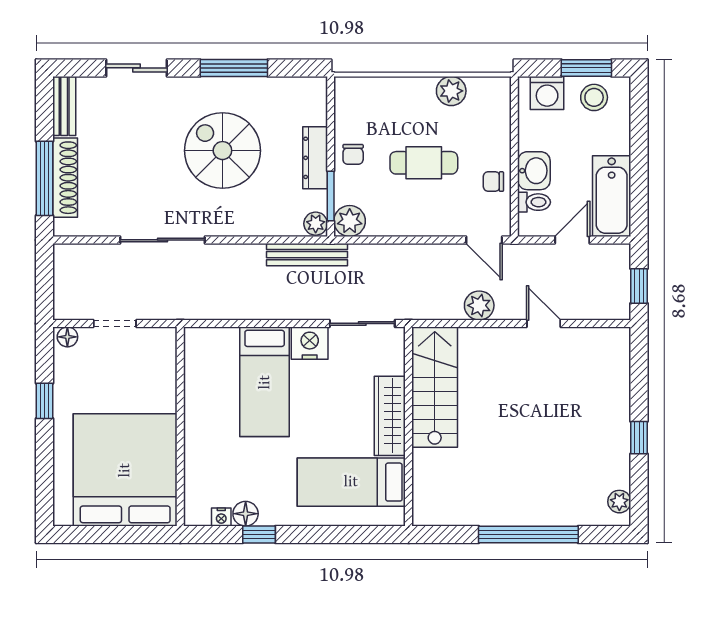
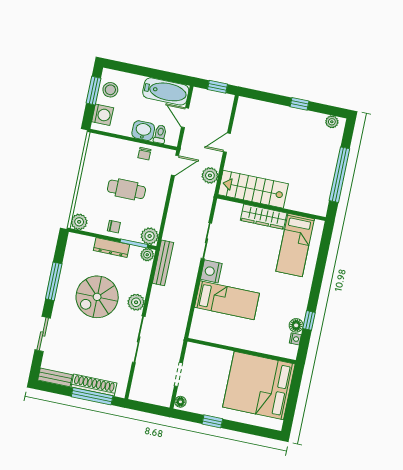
plant: (451, 91) -> (79, 222), moved
cafe table: (424, 163) -> (126, 189), turned 90
plant: (227, 221) -> (136, 302), added
stairs: (435, 387) -> (253, 189), moved
wardrobe: (390, 416) -> (264, 217), moved
wall: (409, 426) -> (272, 208), moved
bed: (351, 482) -> (295, 245), moved

